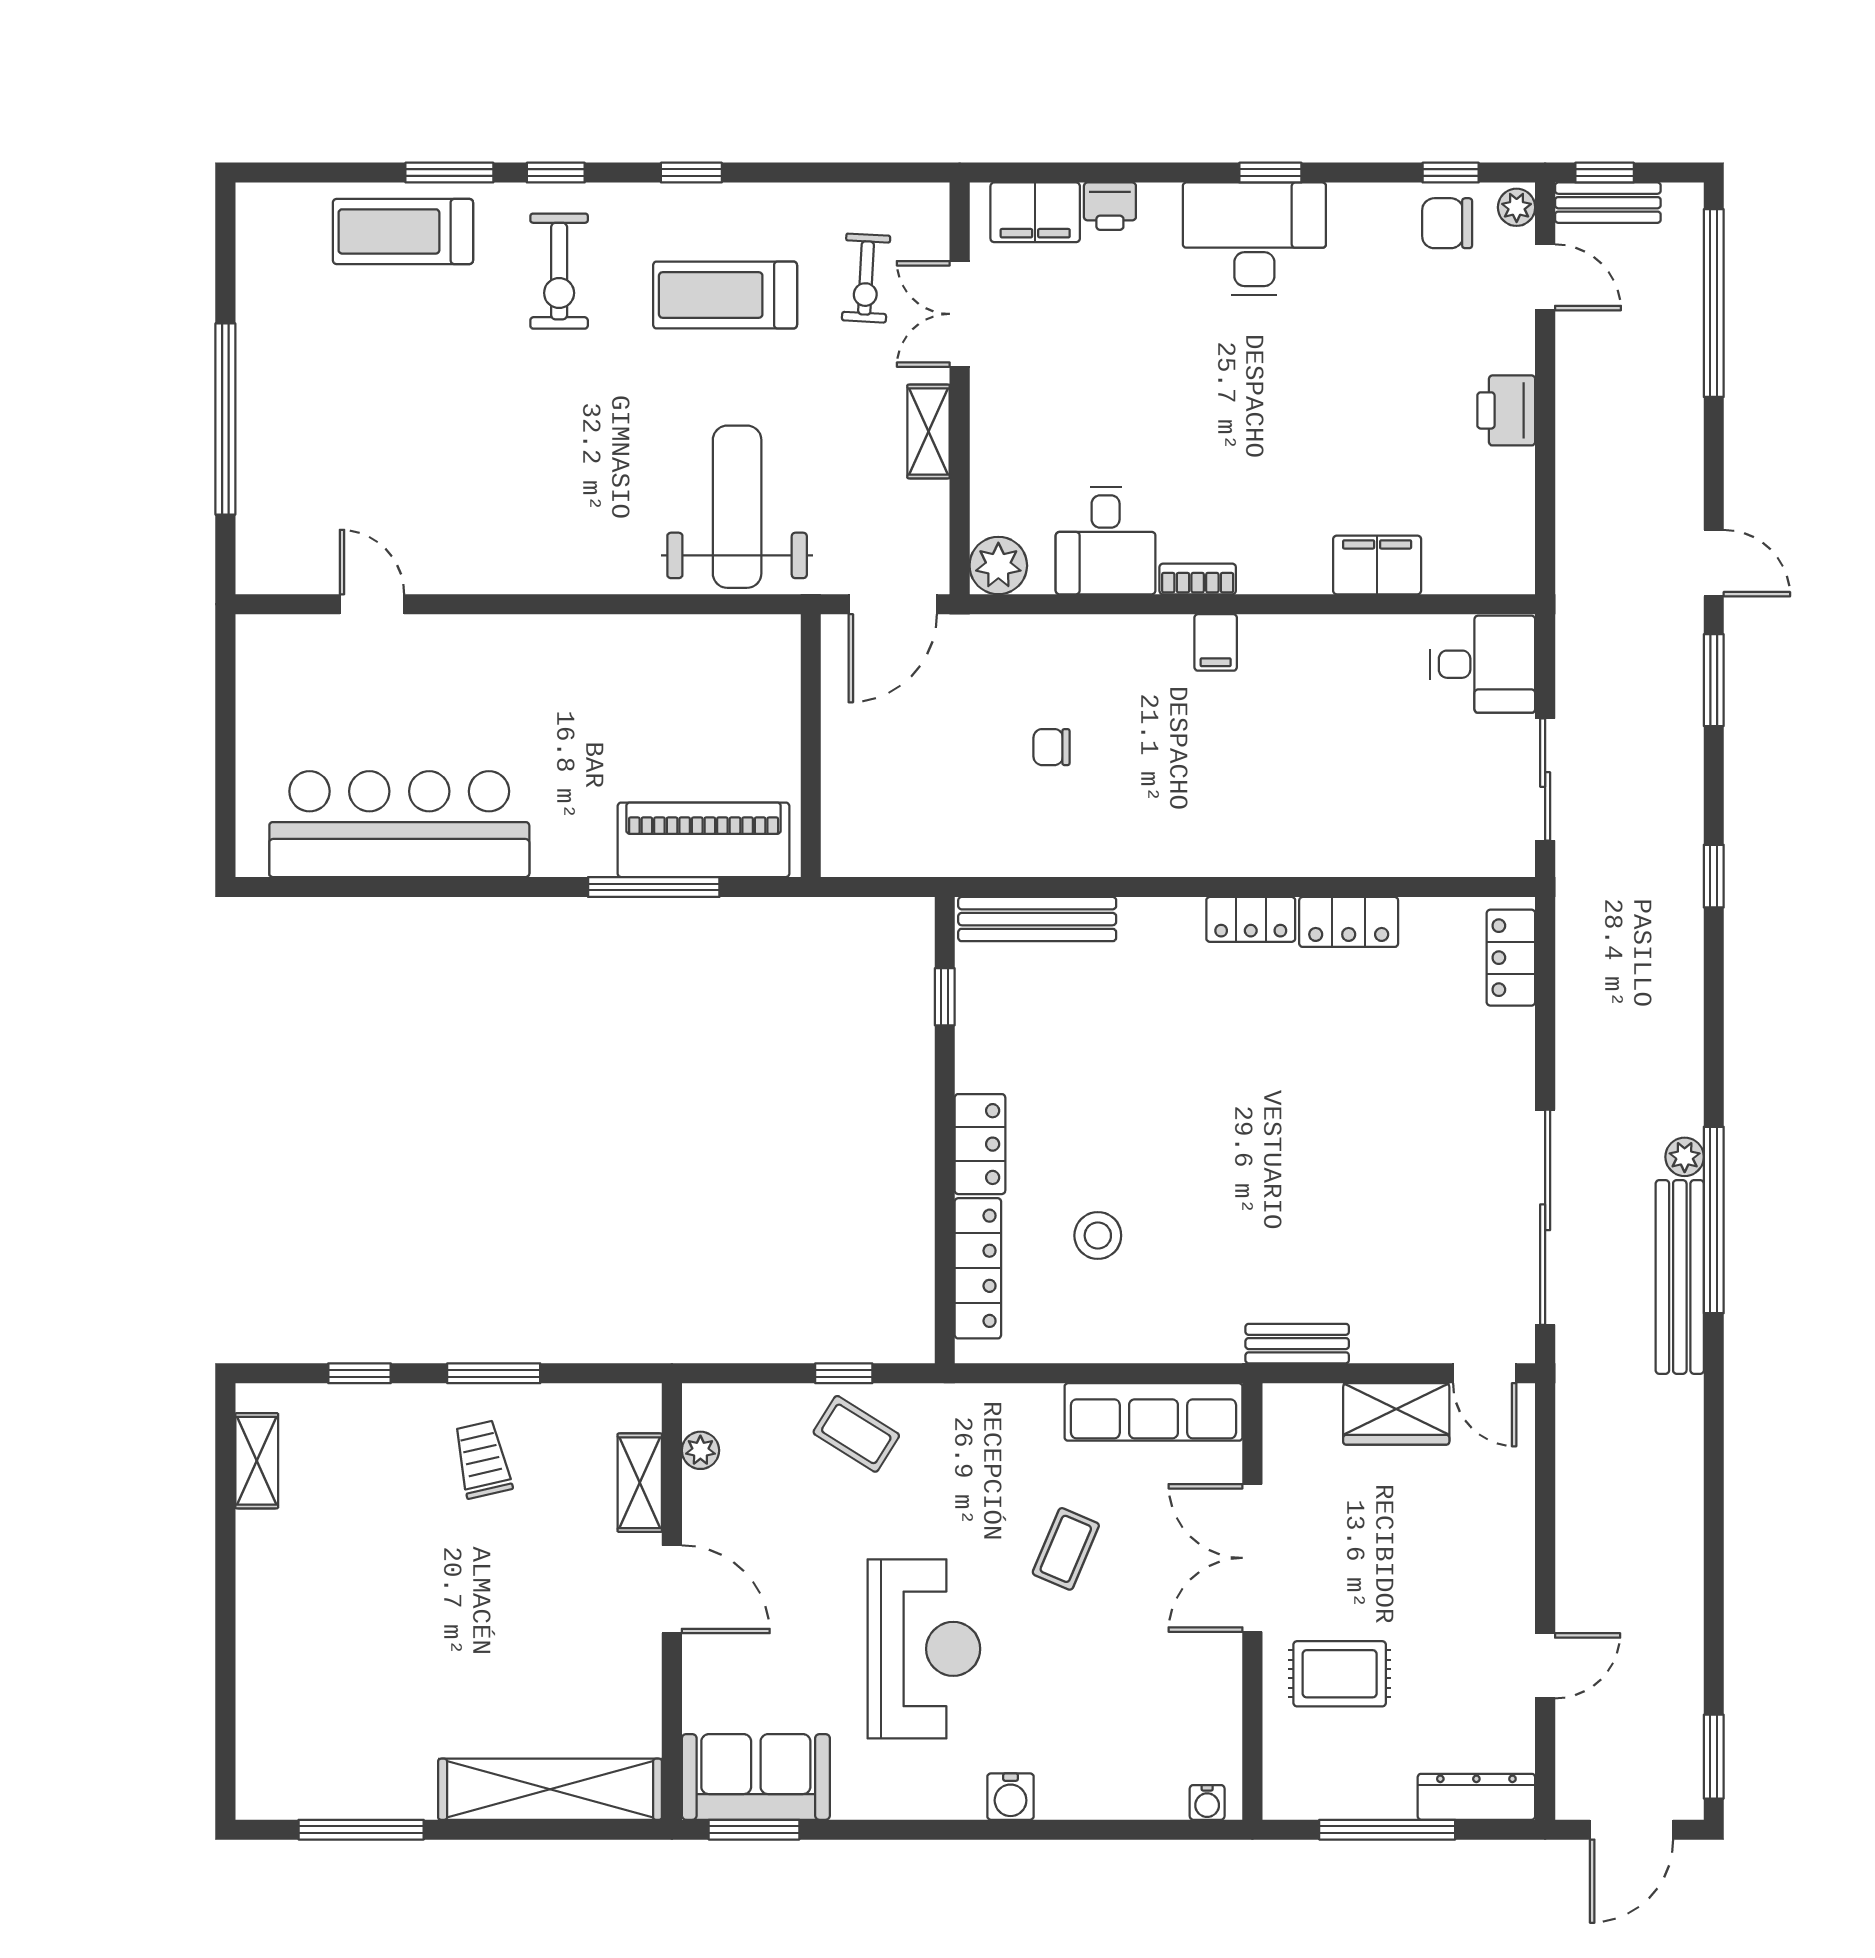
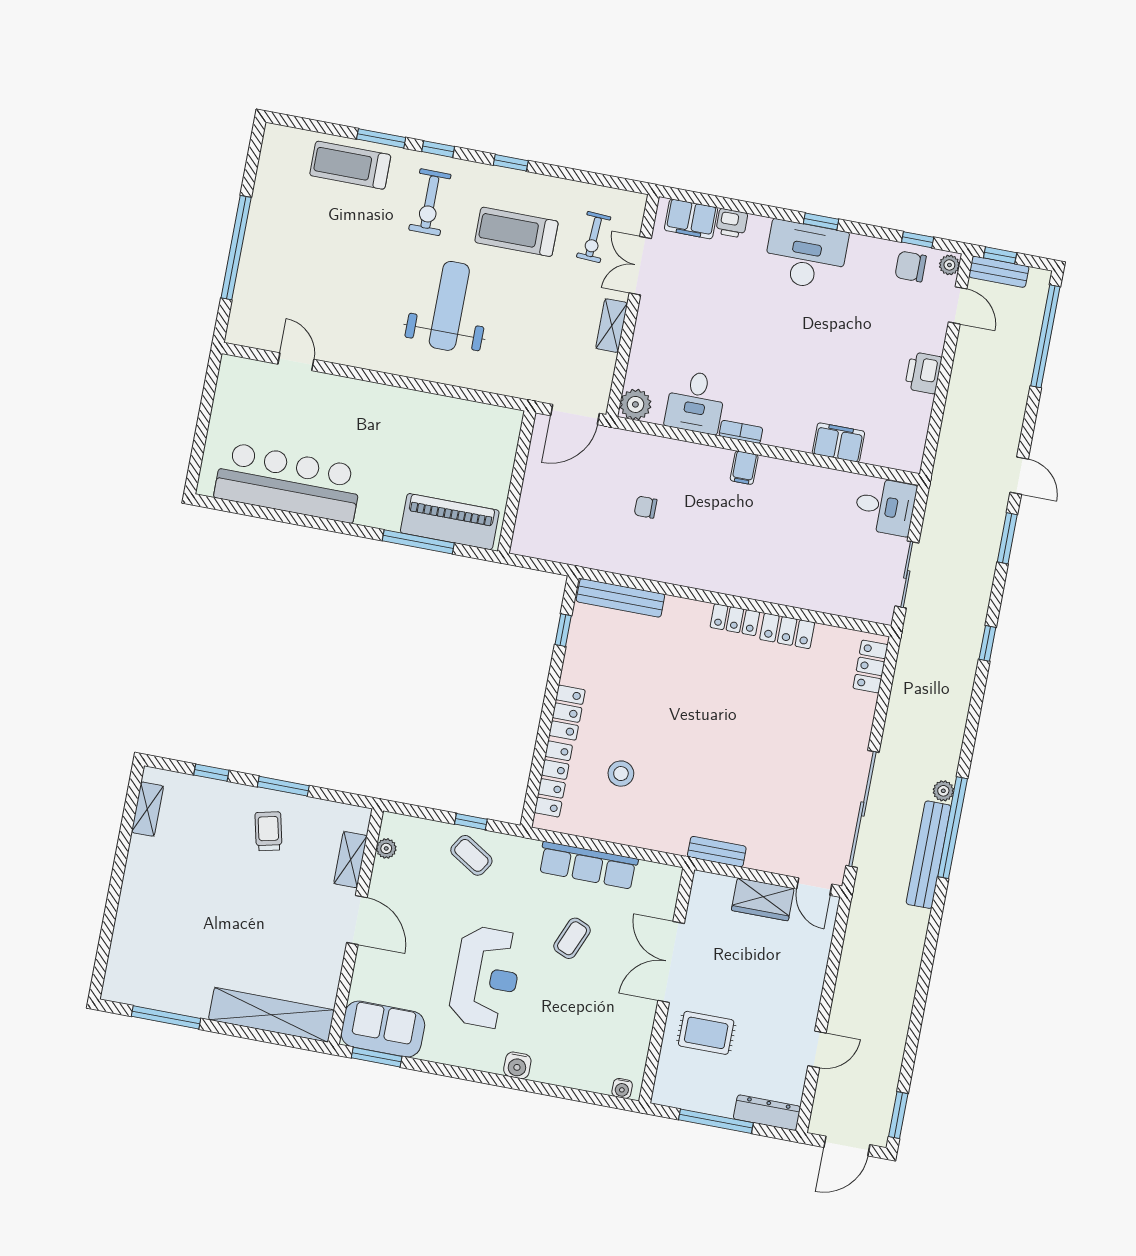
weight bench: (737, 507) -> (449, 306), moved
row of seats: (1153, 1412) -> (588, 865), moved

